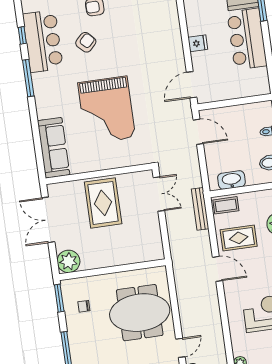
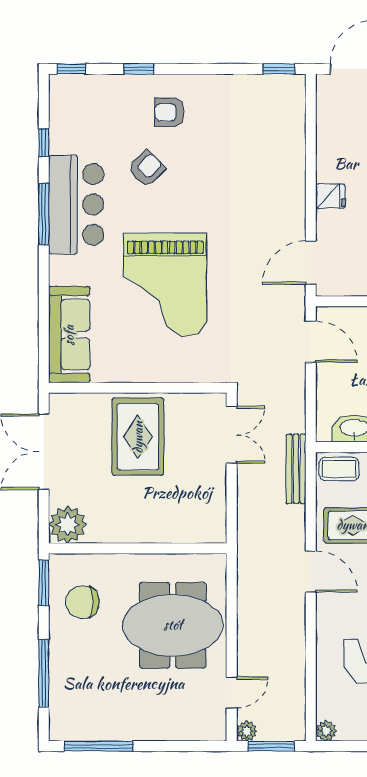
bar counter: (43, 41) -> (76, 204), moved
chair: (84, 306) -> (83, 602), width x1.87, depth x1.87

